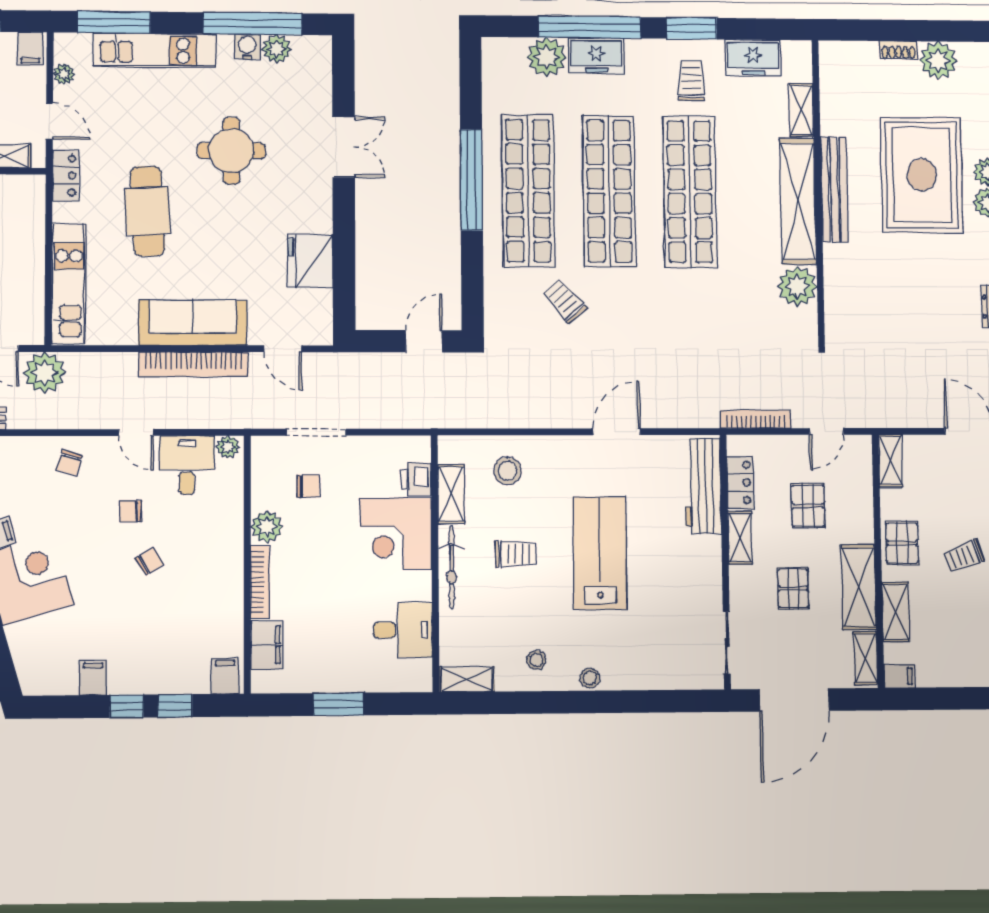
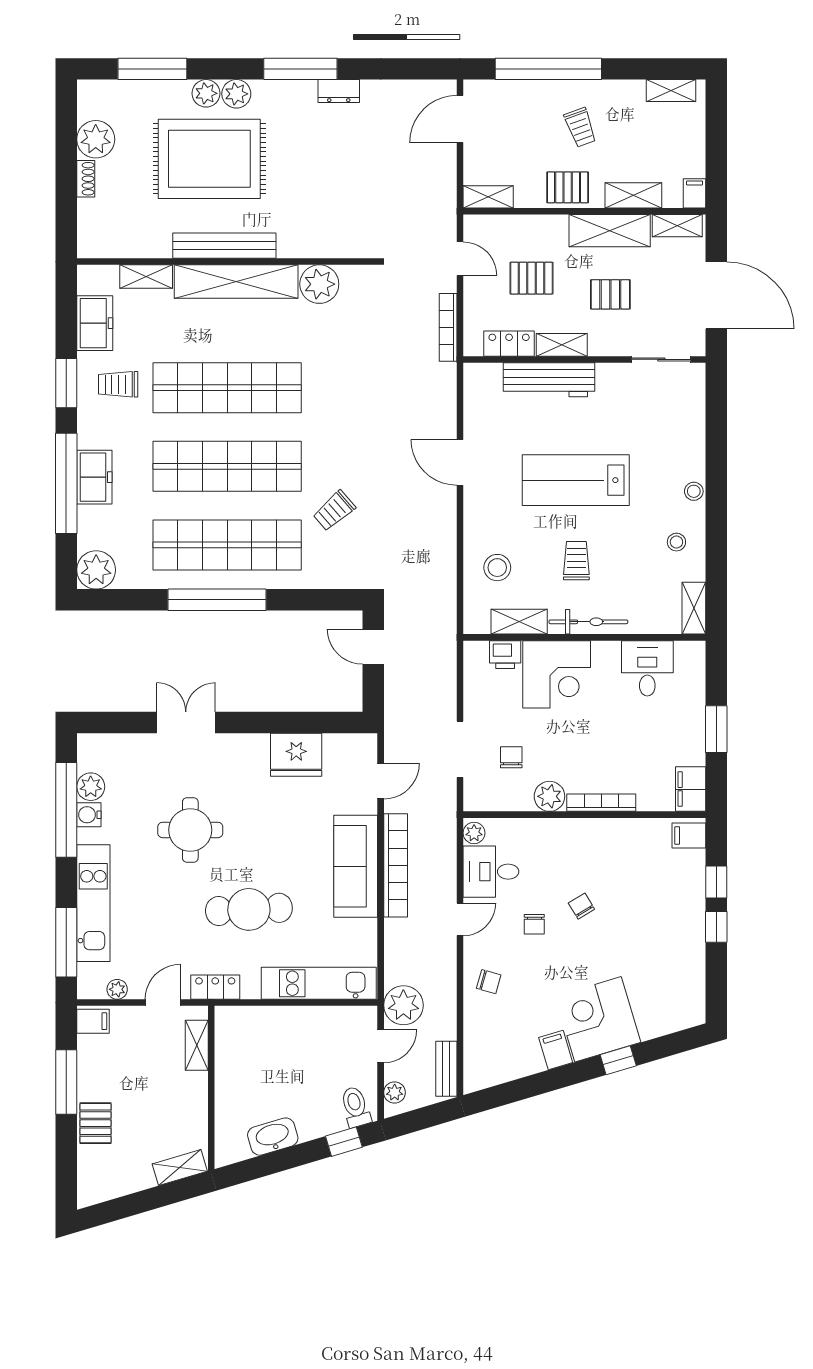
plant: (547, 57) -> (96, 570), moved
workbench: (703, 486) -> (549, 380), moved
filing cabinet: (267, 645) -> (691, 789), moved, turned -90
filing cabinet: (93, 678) -> (689, 958), removed

